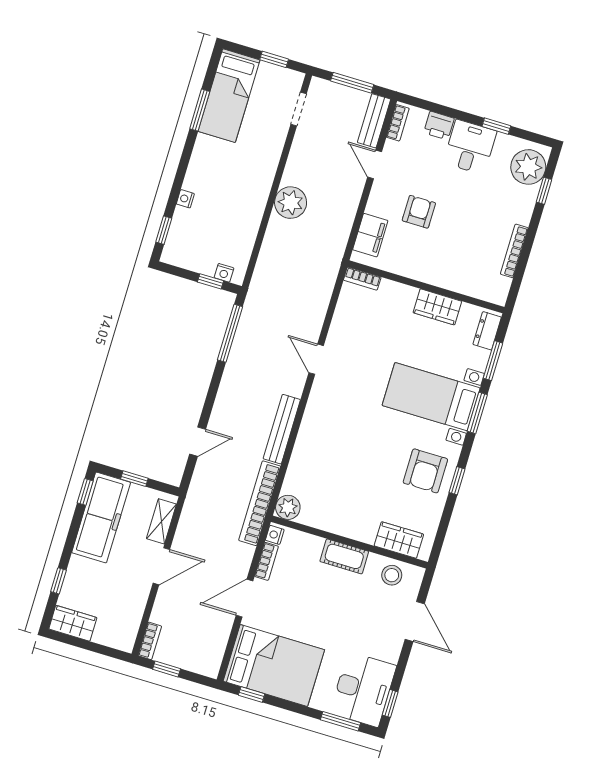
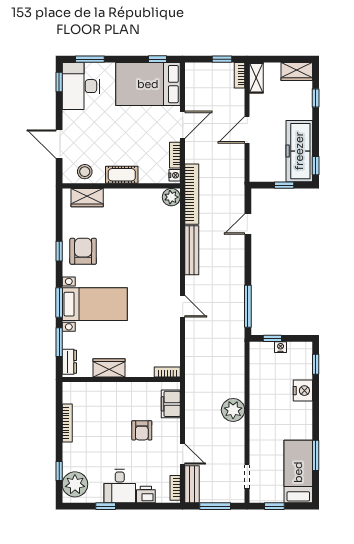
nightstand: (185, 199) -> (303, 391), width x1.89, depth x1.79
nightstand: (224, 273) -> (281, 347), moved
shelving: (161, 521) -> (256, 78), moved

